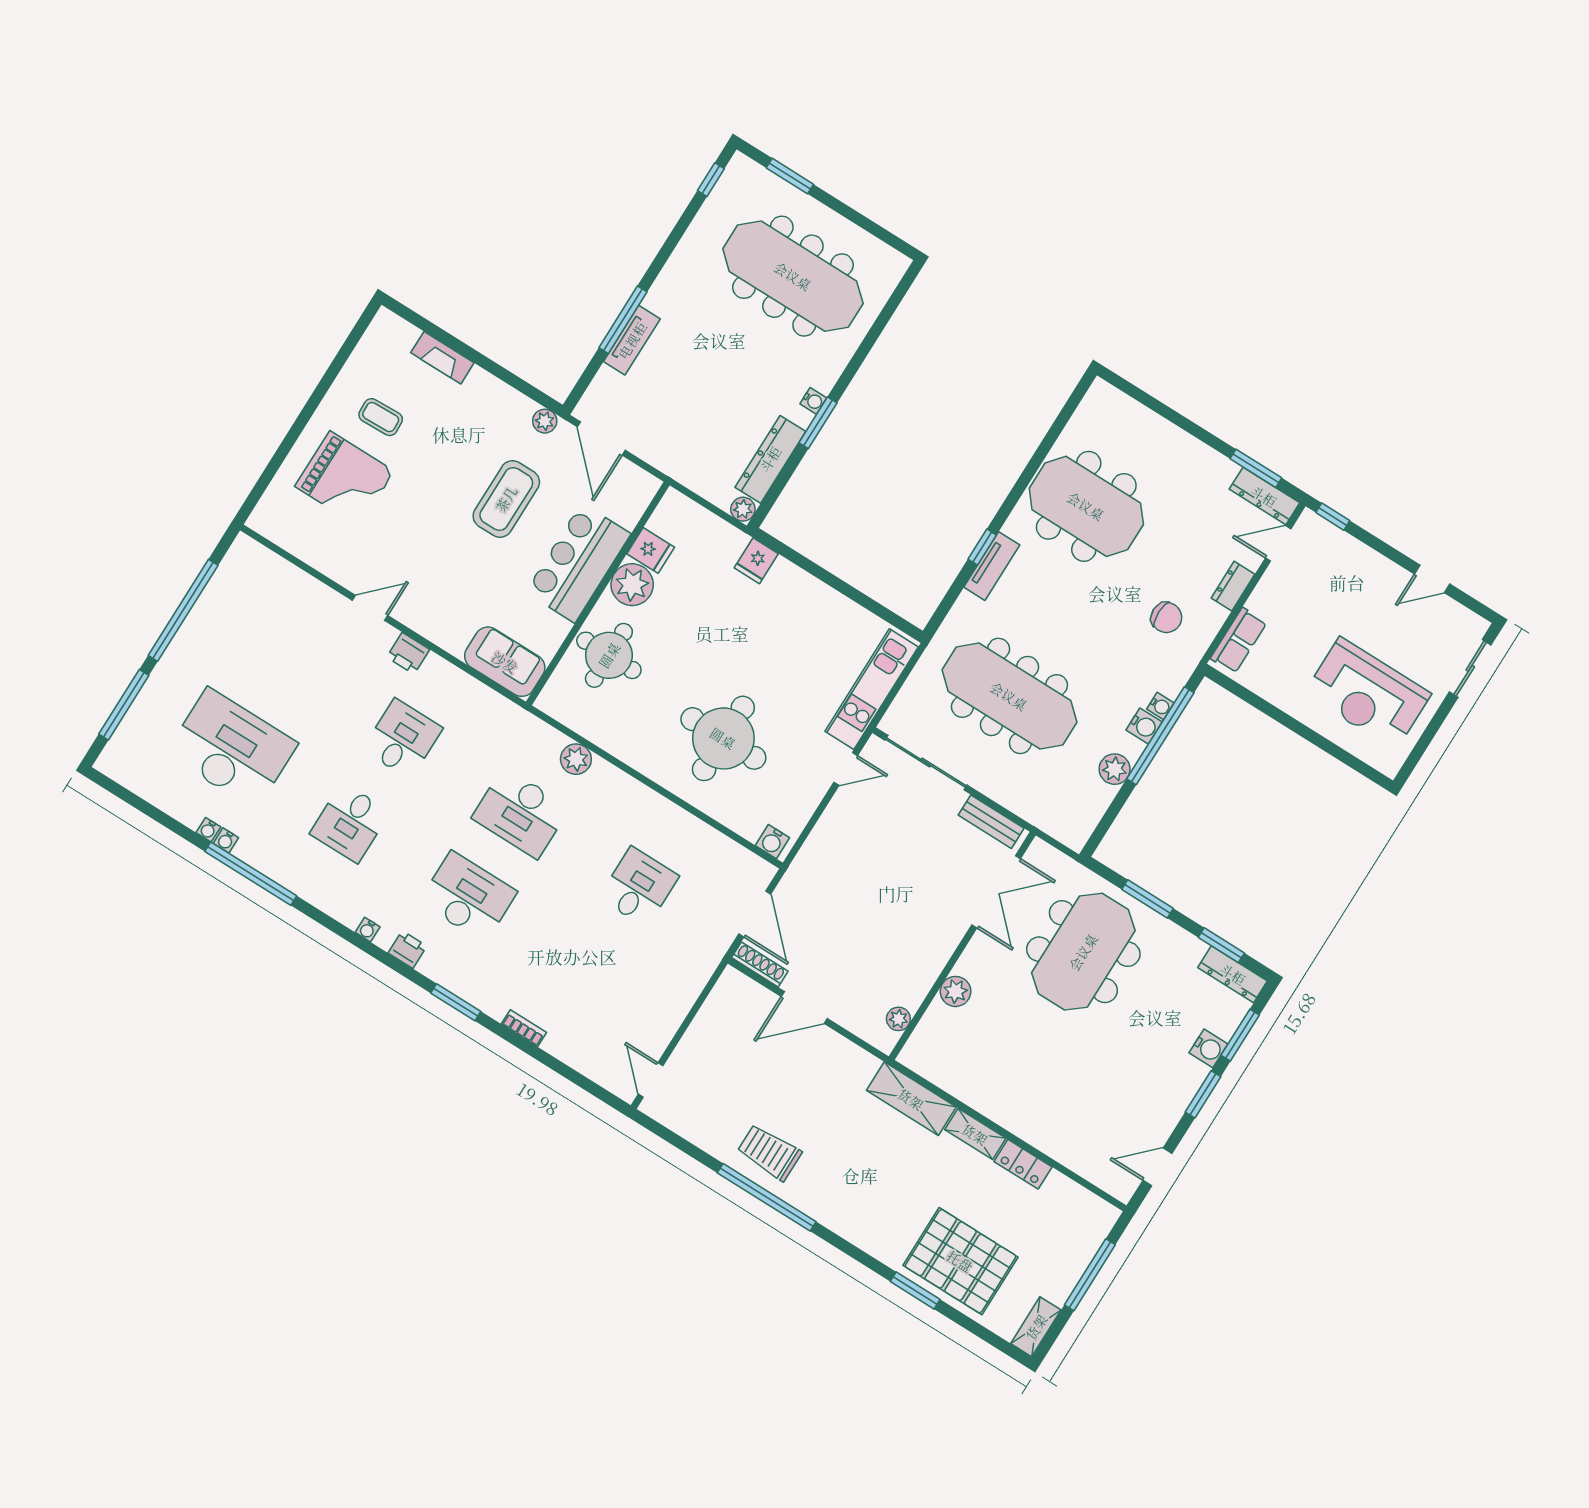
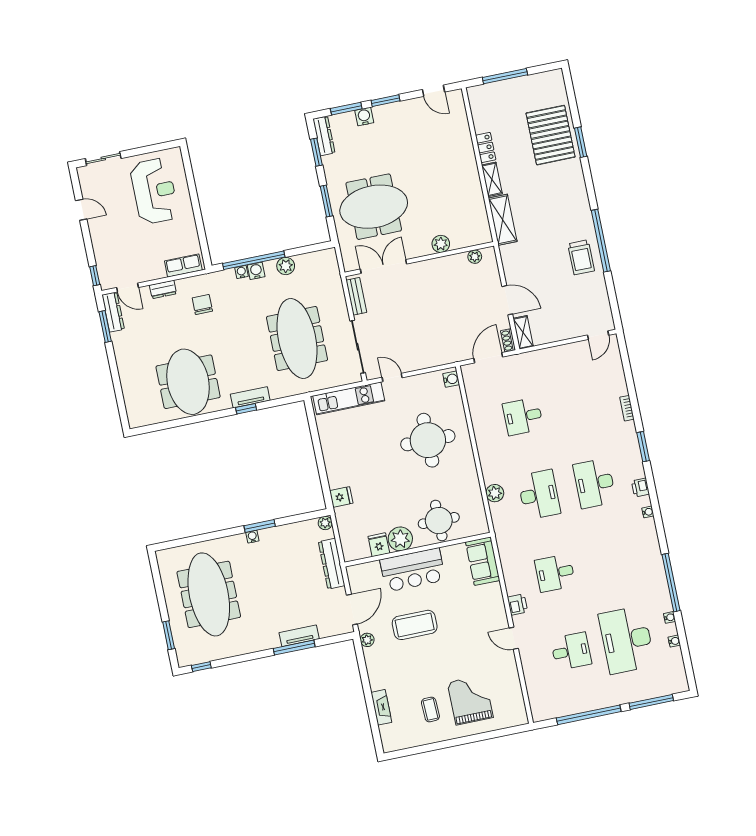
dresser: (770, 459) -> (332, 564), moved, turned 90
desk: (350, 823) -> (571, 651), moved
water cooler: (226, 840) -> (674, 641), moved
shoe rack: (760, 964) -> (508, 340), width x0.70
shelving: (1036, 1327) -> (523, 332), moved, turned 90

